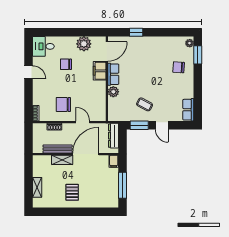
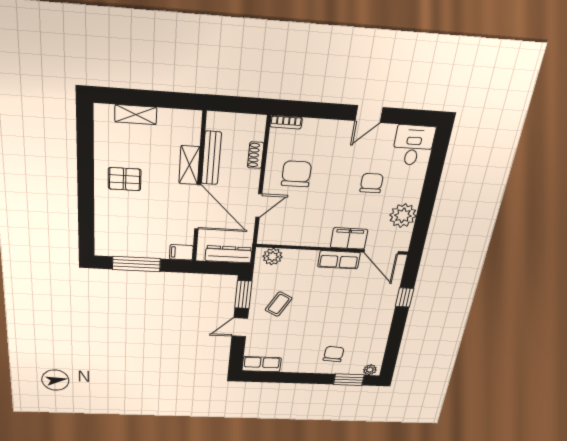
plant: (113, 92) -> (273, 256), moved

